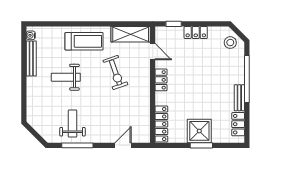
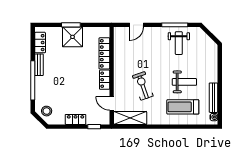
treadmill: (84, 41) -> (183, 107), moved
locker: (161, 124) -> (104, 53), moved

